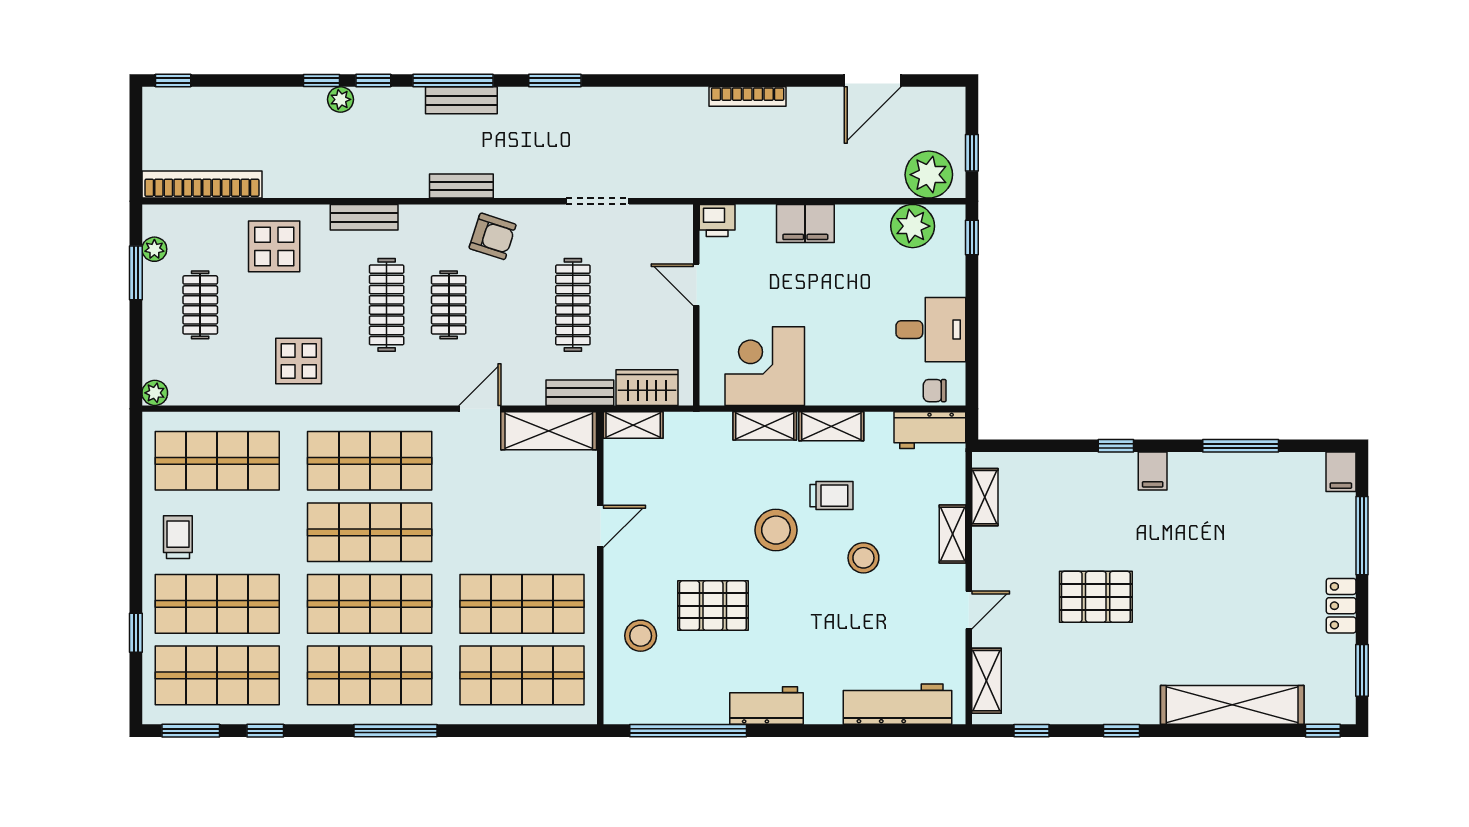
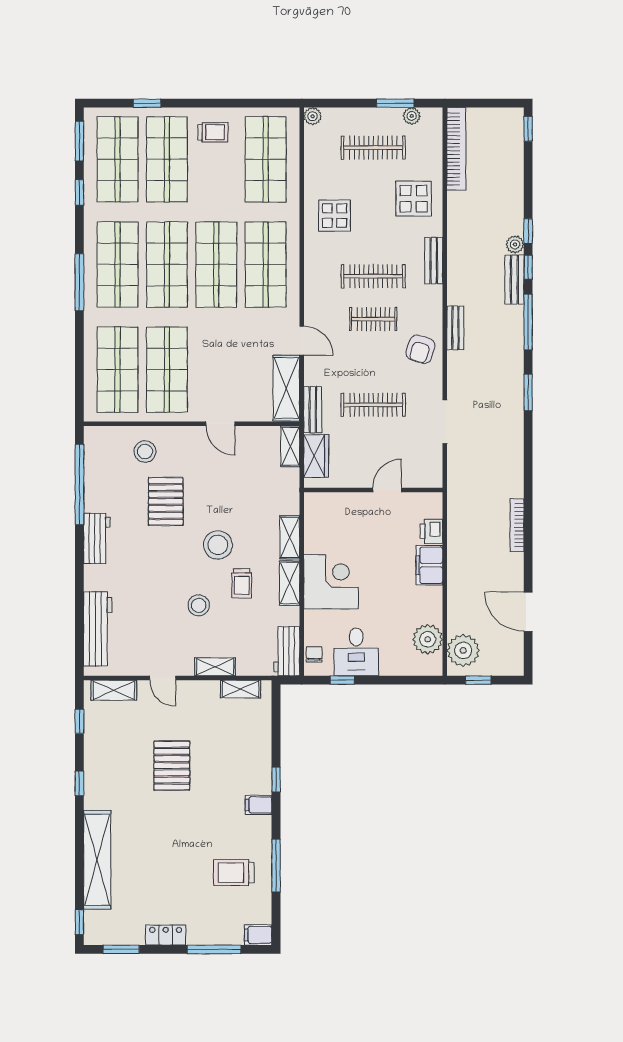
bench: (461, 100) -> (514, 280), moved
printer: (717, 220) -> (432, 531), moved
window: (972, 237) -> (342, 680), moved
clothes rail: (200, 305) -> (373, 148), width x1.36
corner desk: (765, 366) -> (331, 582), moved
trolley: (1251, 507) -> (234, 873), added

